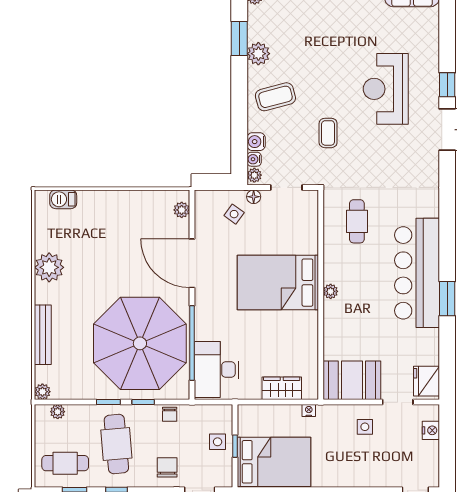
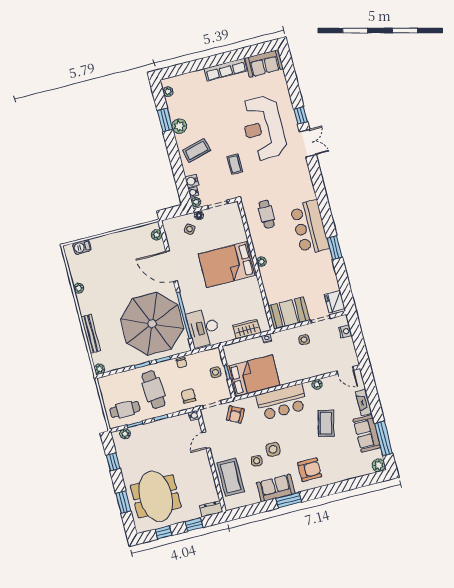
reception desk: (386, 89) -> (263, 128), width x1.36, depth x1.30
plant: (49, 267) -> (79, 288), width x0.53, depth x0.53
bar counter: (417, 273) -> (310, 227), width x0.73
plant: (58, 412) -> (112, 379), removed

